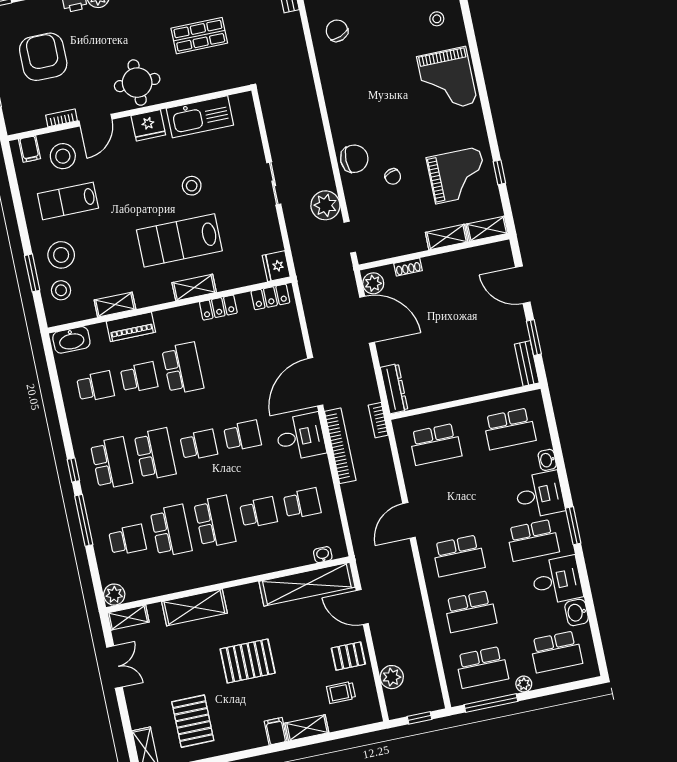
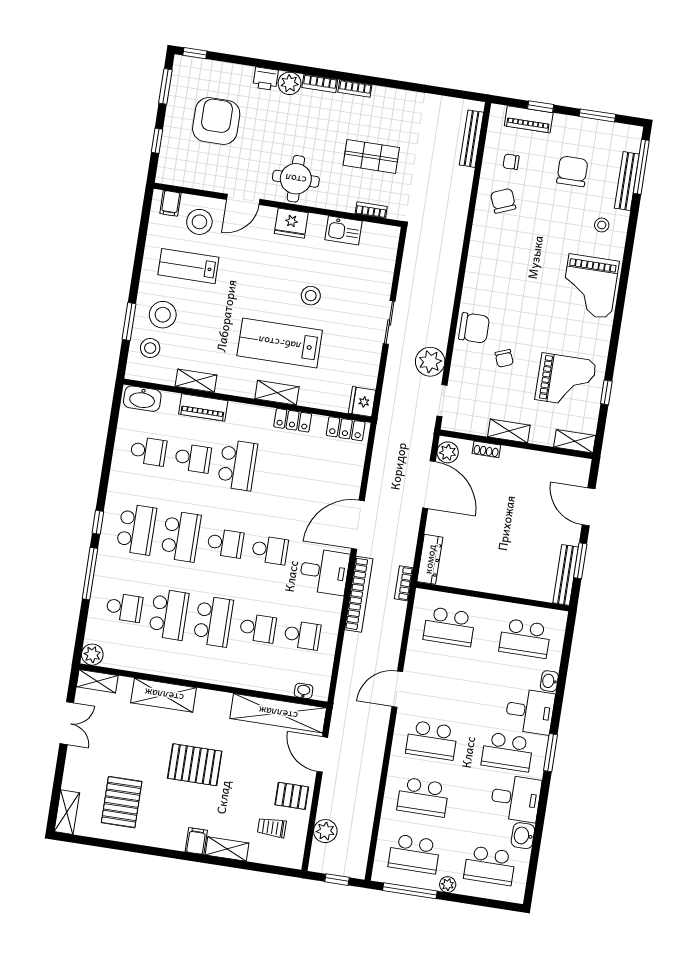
kitchen sink: (200, 117) -> (344, 230), width x0.53, depth x0.81
bookcase: (62, 118) -> (371, 210), moved
shelving: (447, 237) -> (509, 431), moved
bench: (527, 363) -> (566, 575), width x1.36

